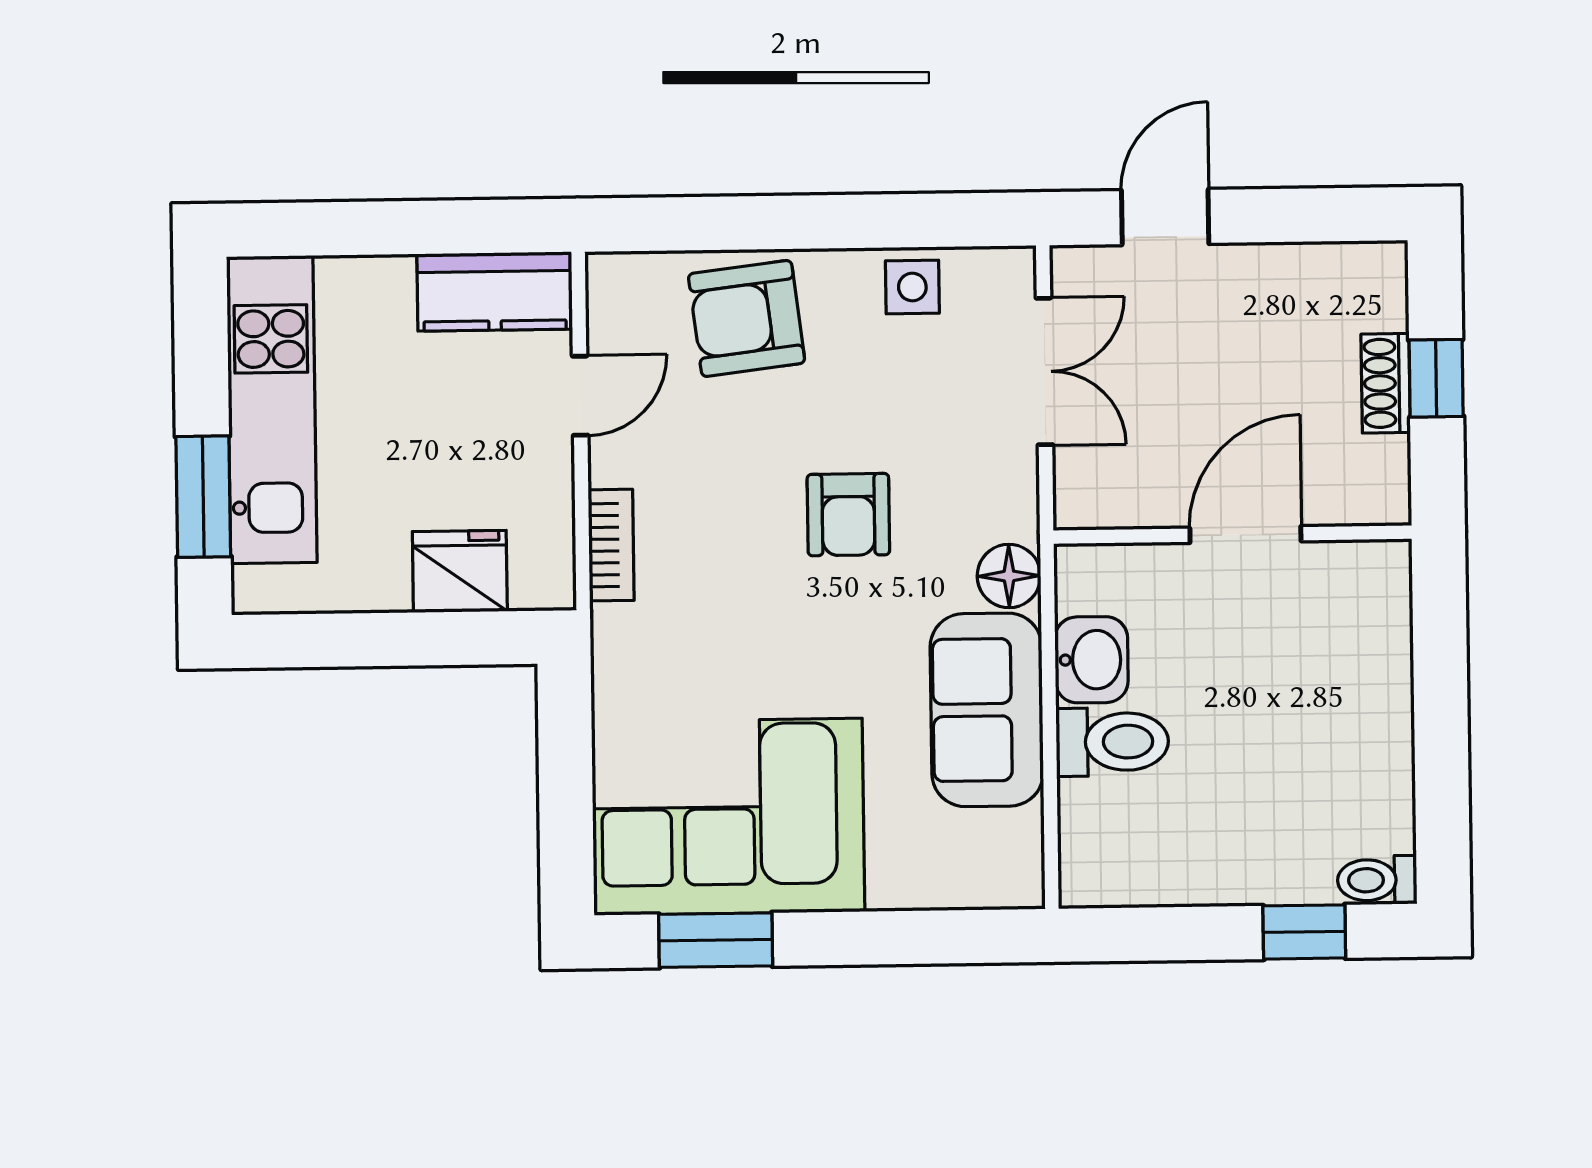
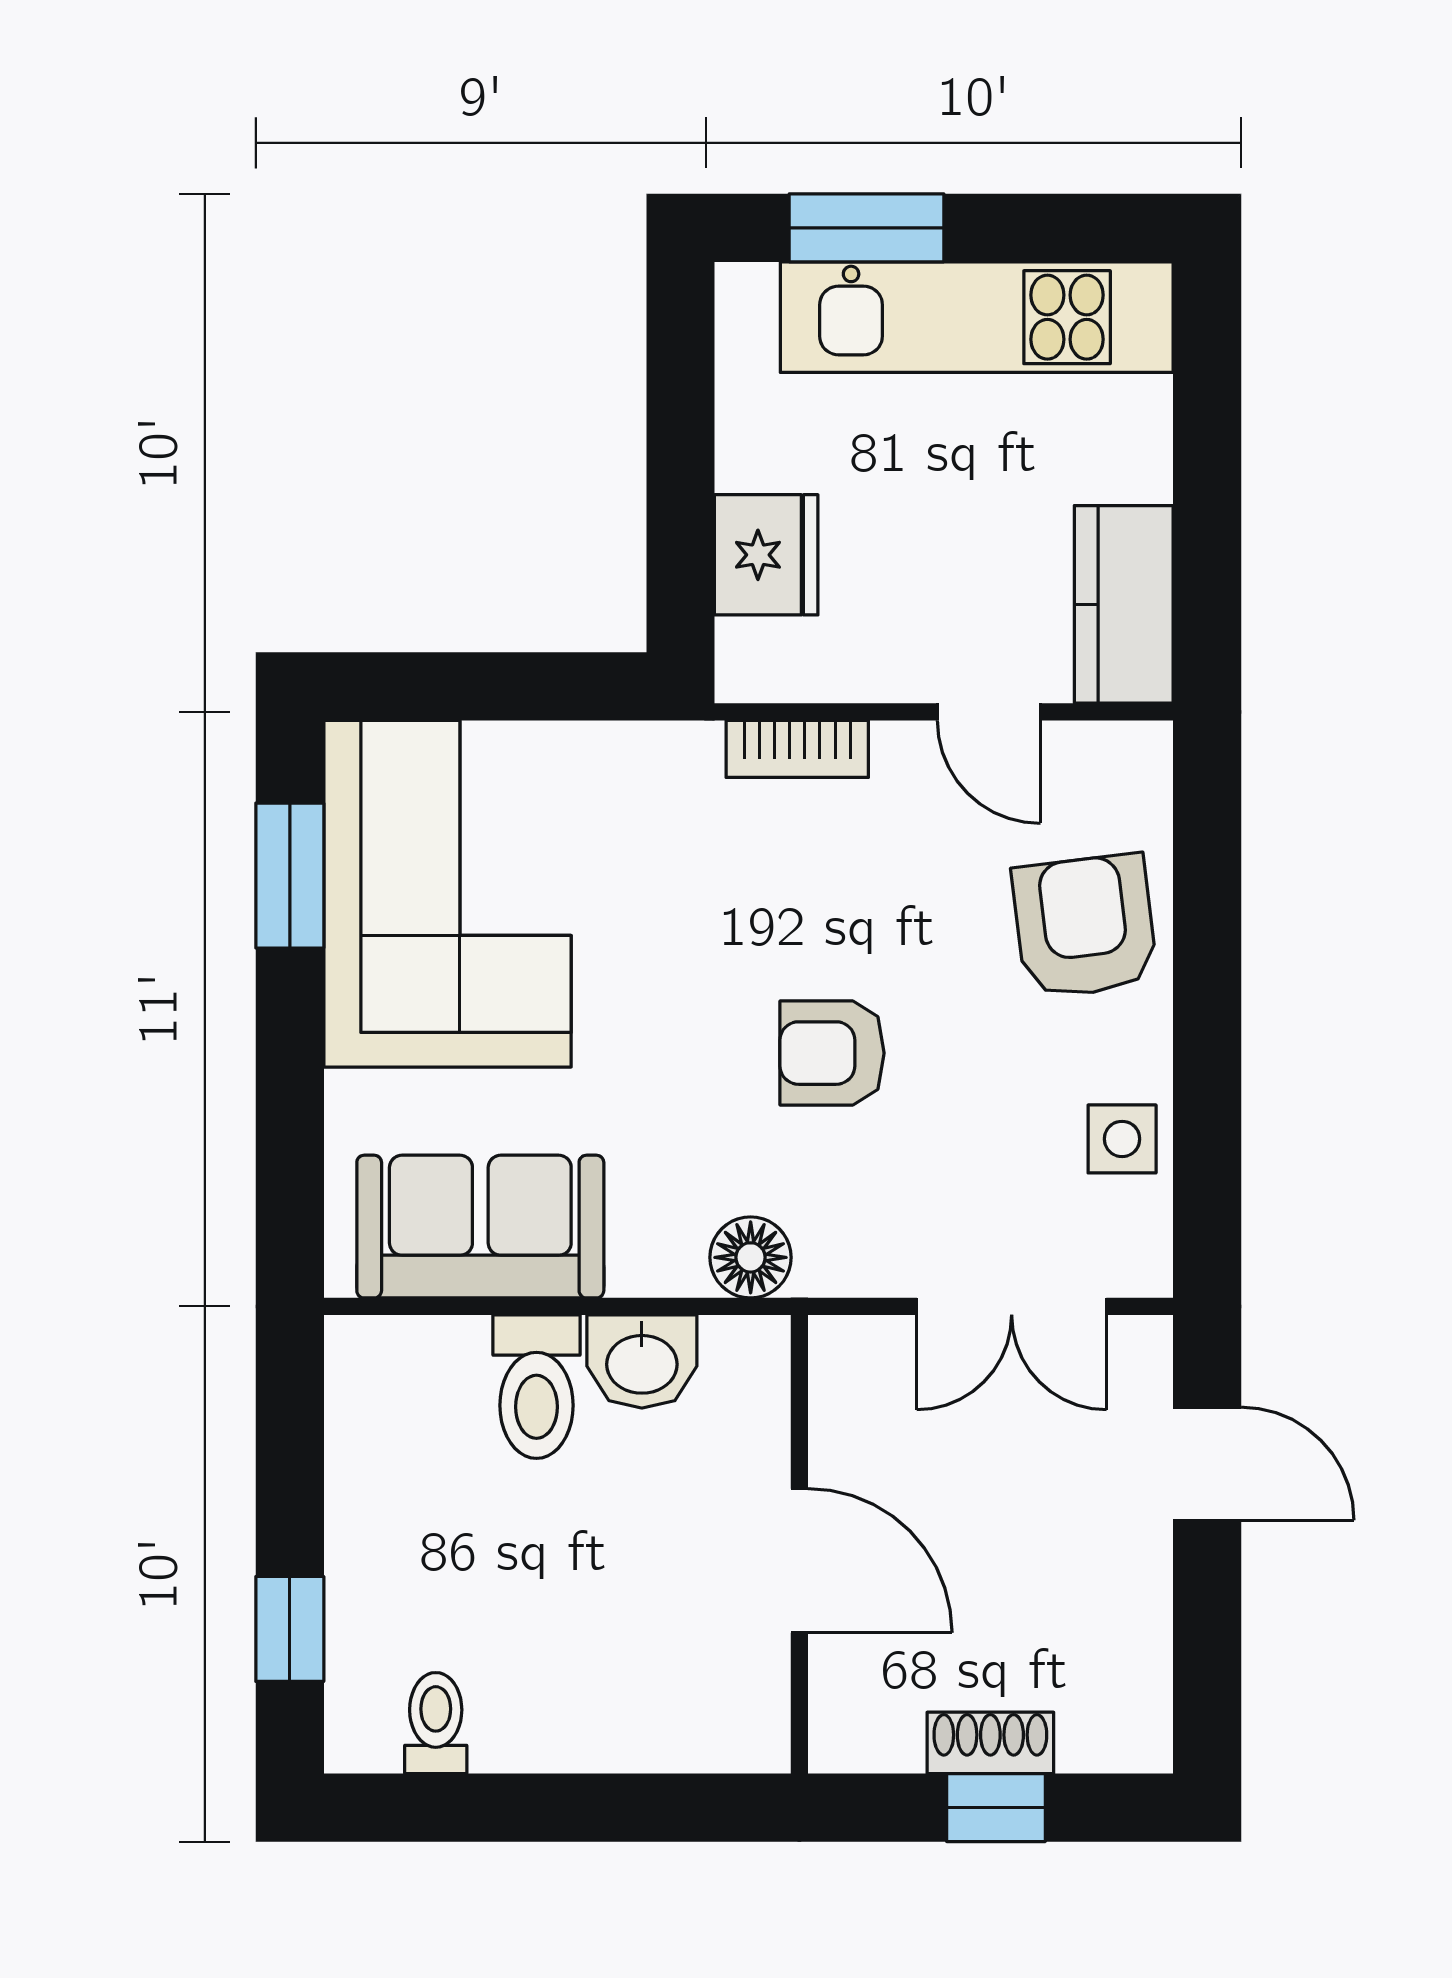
sofa: (987, 710) -> (480, 1227), moved
toilet: (1377, 880) -> (436, 1723), moved

